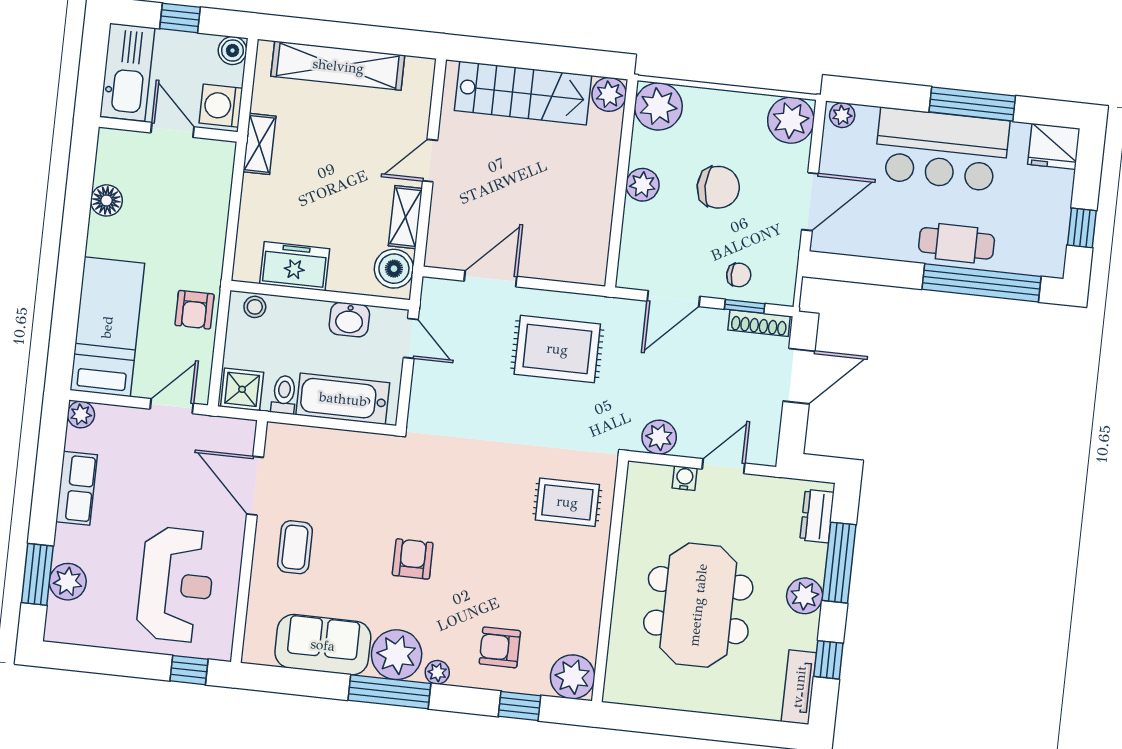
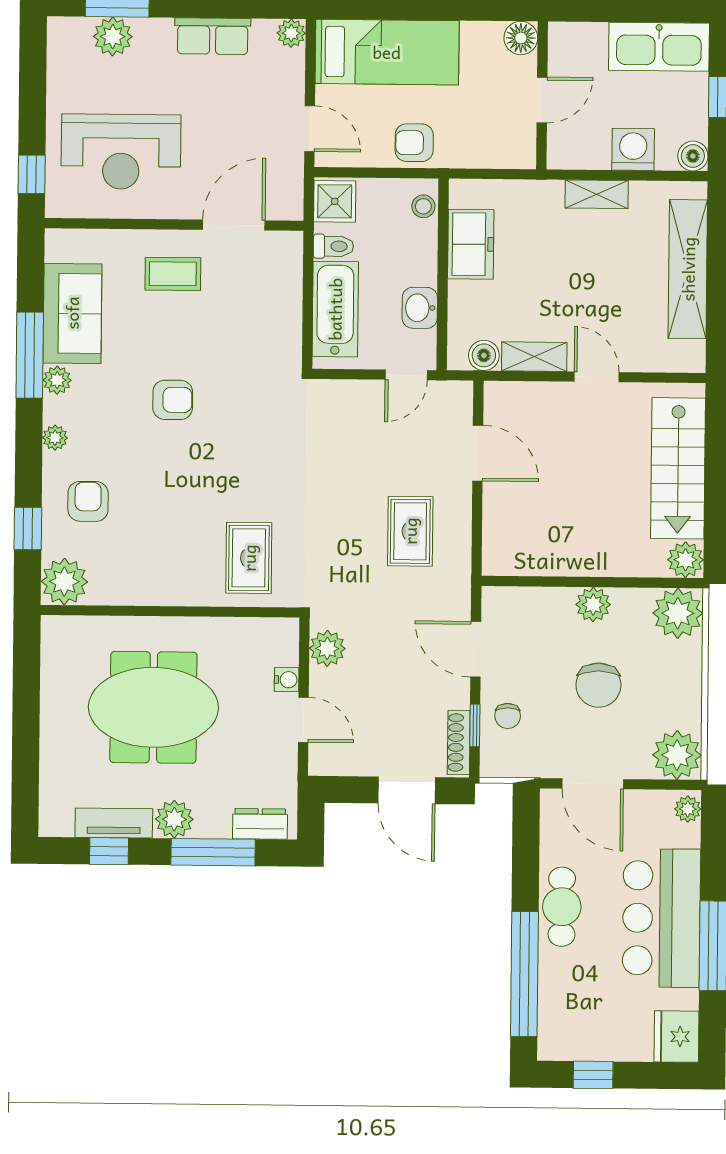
wall: (168, 129) -> (542, 95), moved
door: (172, 130) -> (542, 100), moved
cafe table: (957, 243) -> (562, 907), moved
boiler: (394, 269) -> (484, 355), width x0.73, depth x0.73
rug: (557, 349) -> (410, 531), width x0.73, depth x0.70
plant: (397, 655) -> (57, 380), width x0.53, depth x0.53
tv unit: (799, 687) -> (114, 823), moved
window: (389, 692) -> (30, 355), moved

